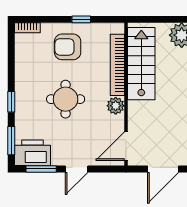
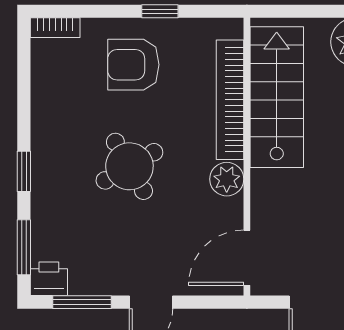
round table: (66, 99) -> (129, 166), turned -30
printer: (32, 153) -> (49, 279), width x0.53, depth x0.68

